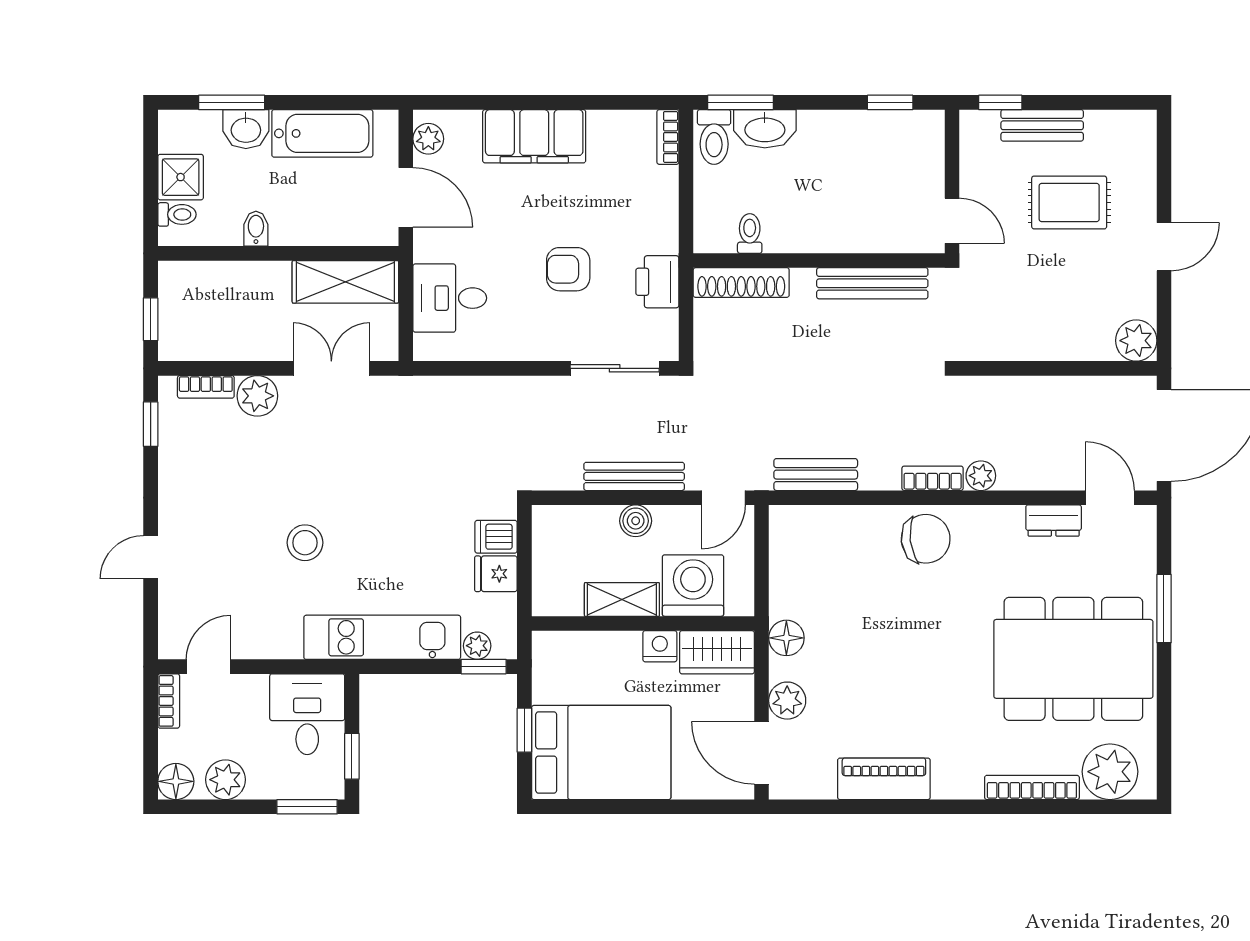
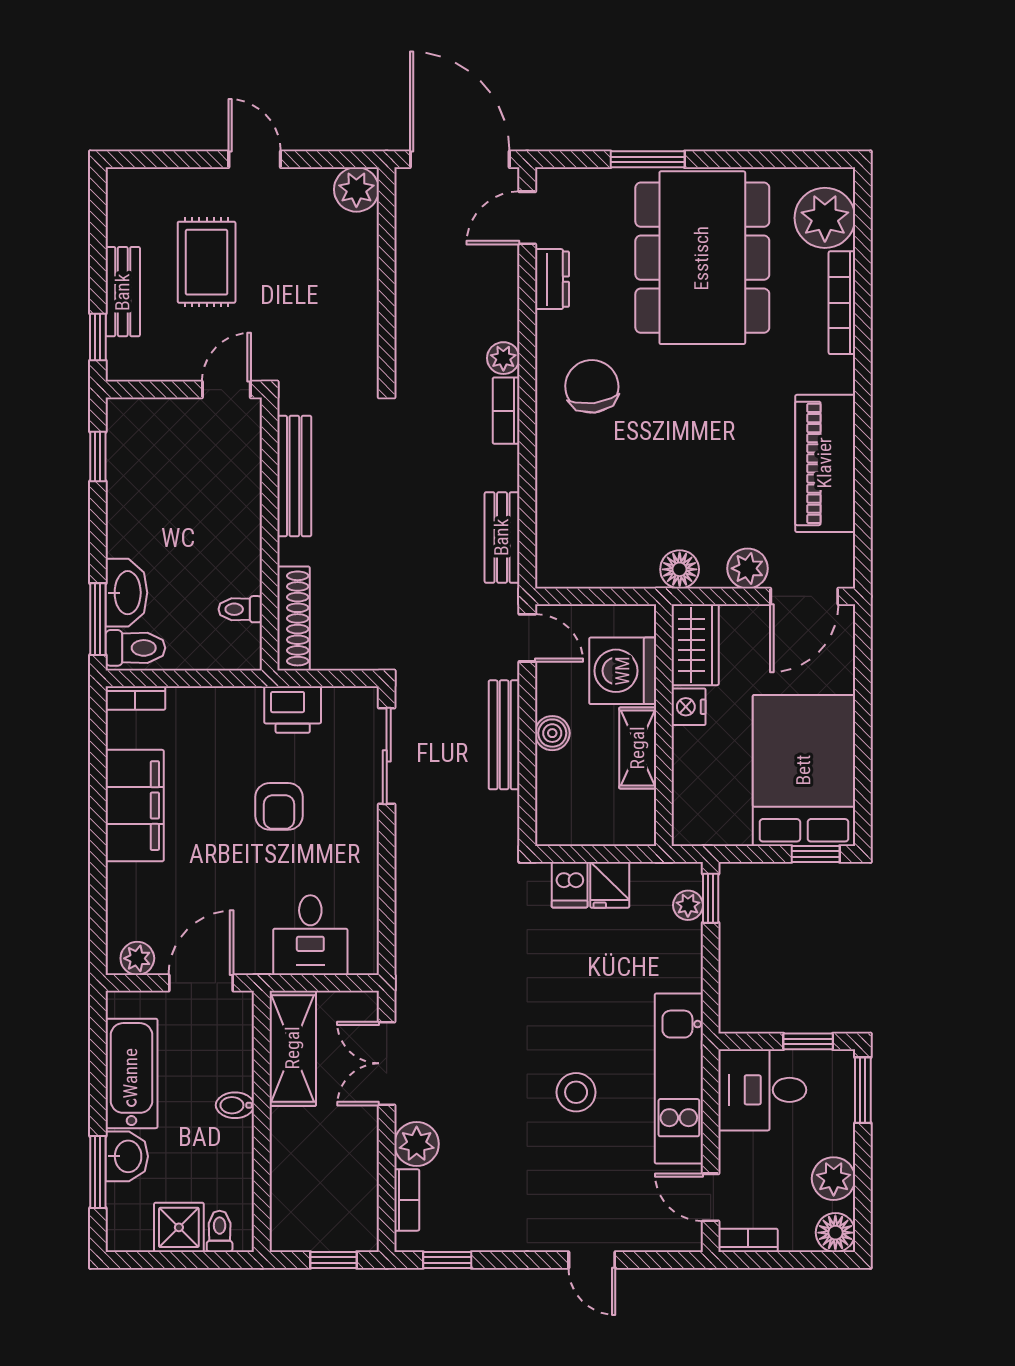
filing cabinet: (534, 136) -> (135, 806), moved
bidet: (256, 229) -> (235, 1105), moved
chair: (926, 539) -> (592, 386), moved
kitchen unit: (382, 637) -> (679, 1079), moved
window: (524, 730) -> (816, 854), moved
piano: (884, 779) -> (825, 463), width x1.37, depth x1.33

